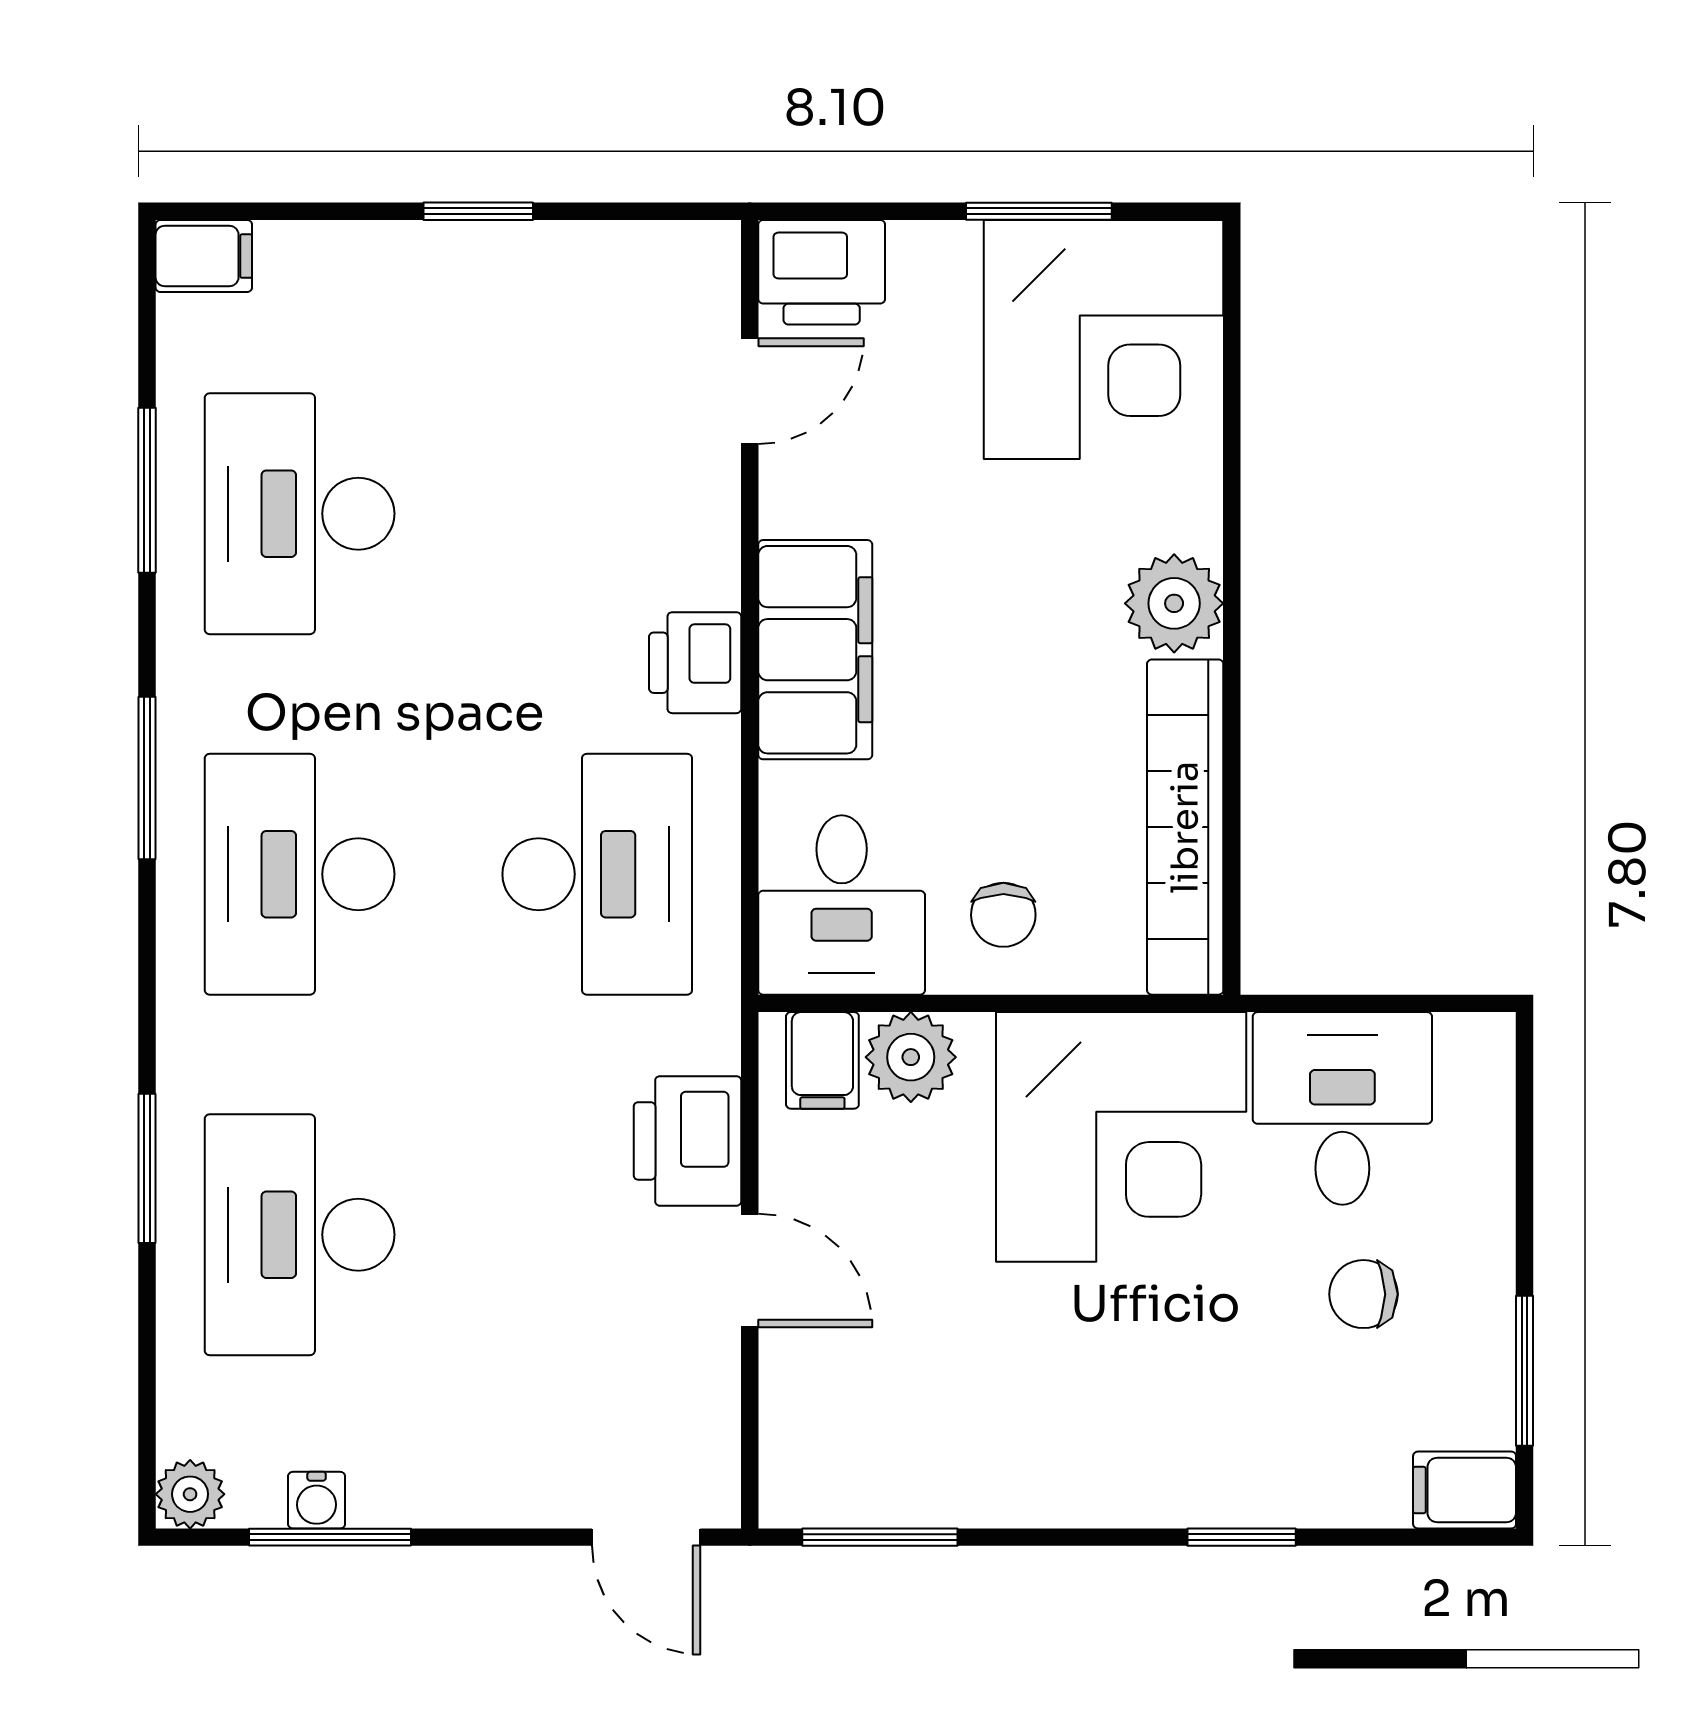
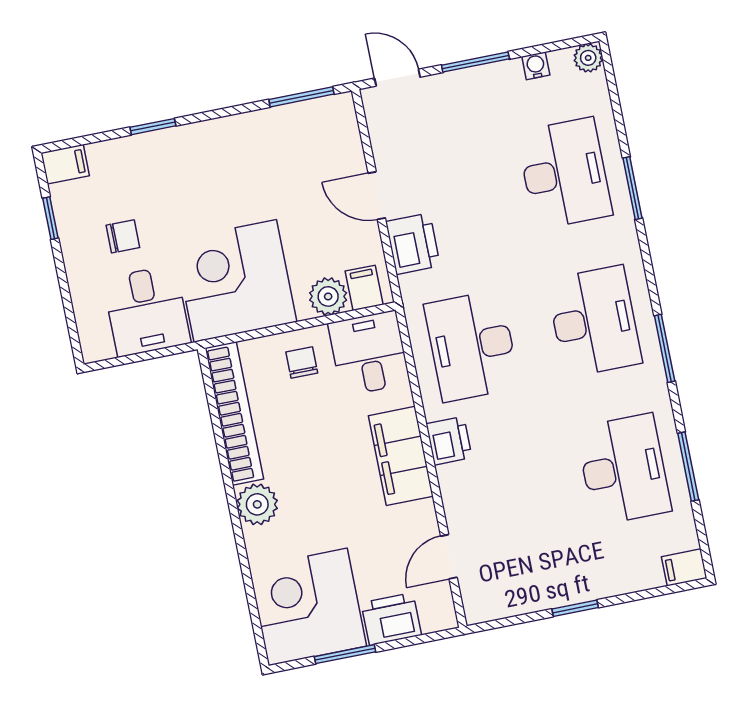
printer: (822, 272) -> (391, 619), moved
window: (1525, 1371) -> (50, 218), width x0.67
window: (330, 1537) -> (475, 62), moved

